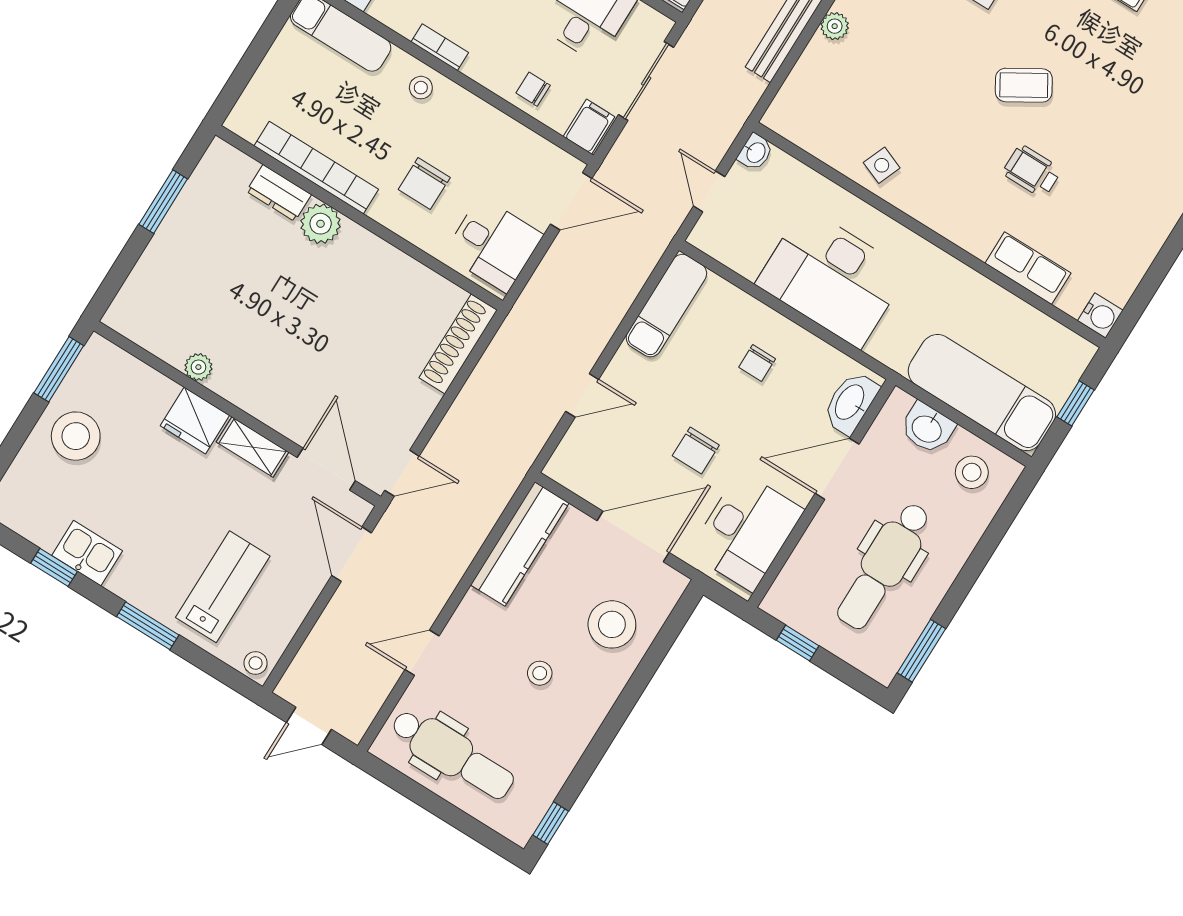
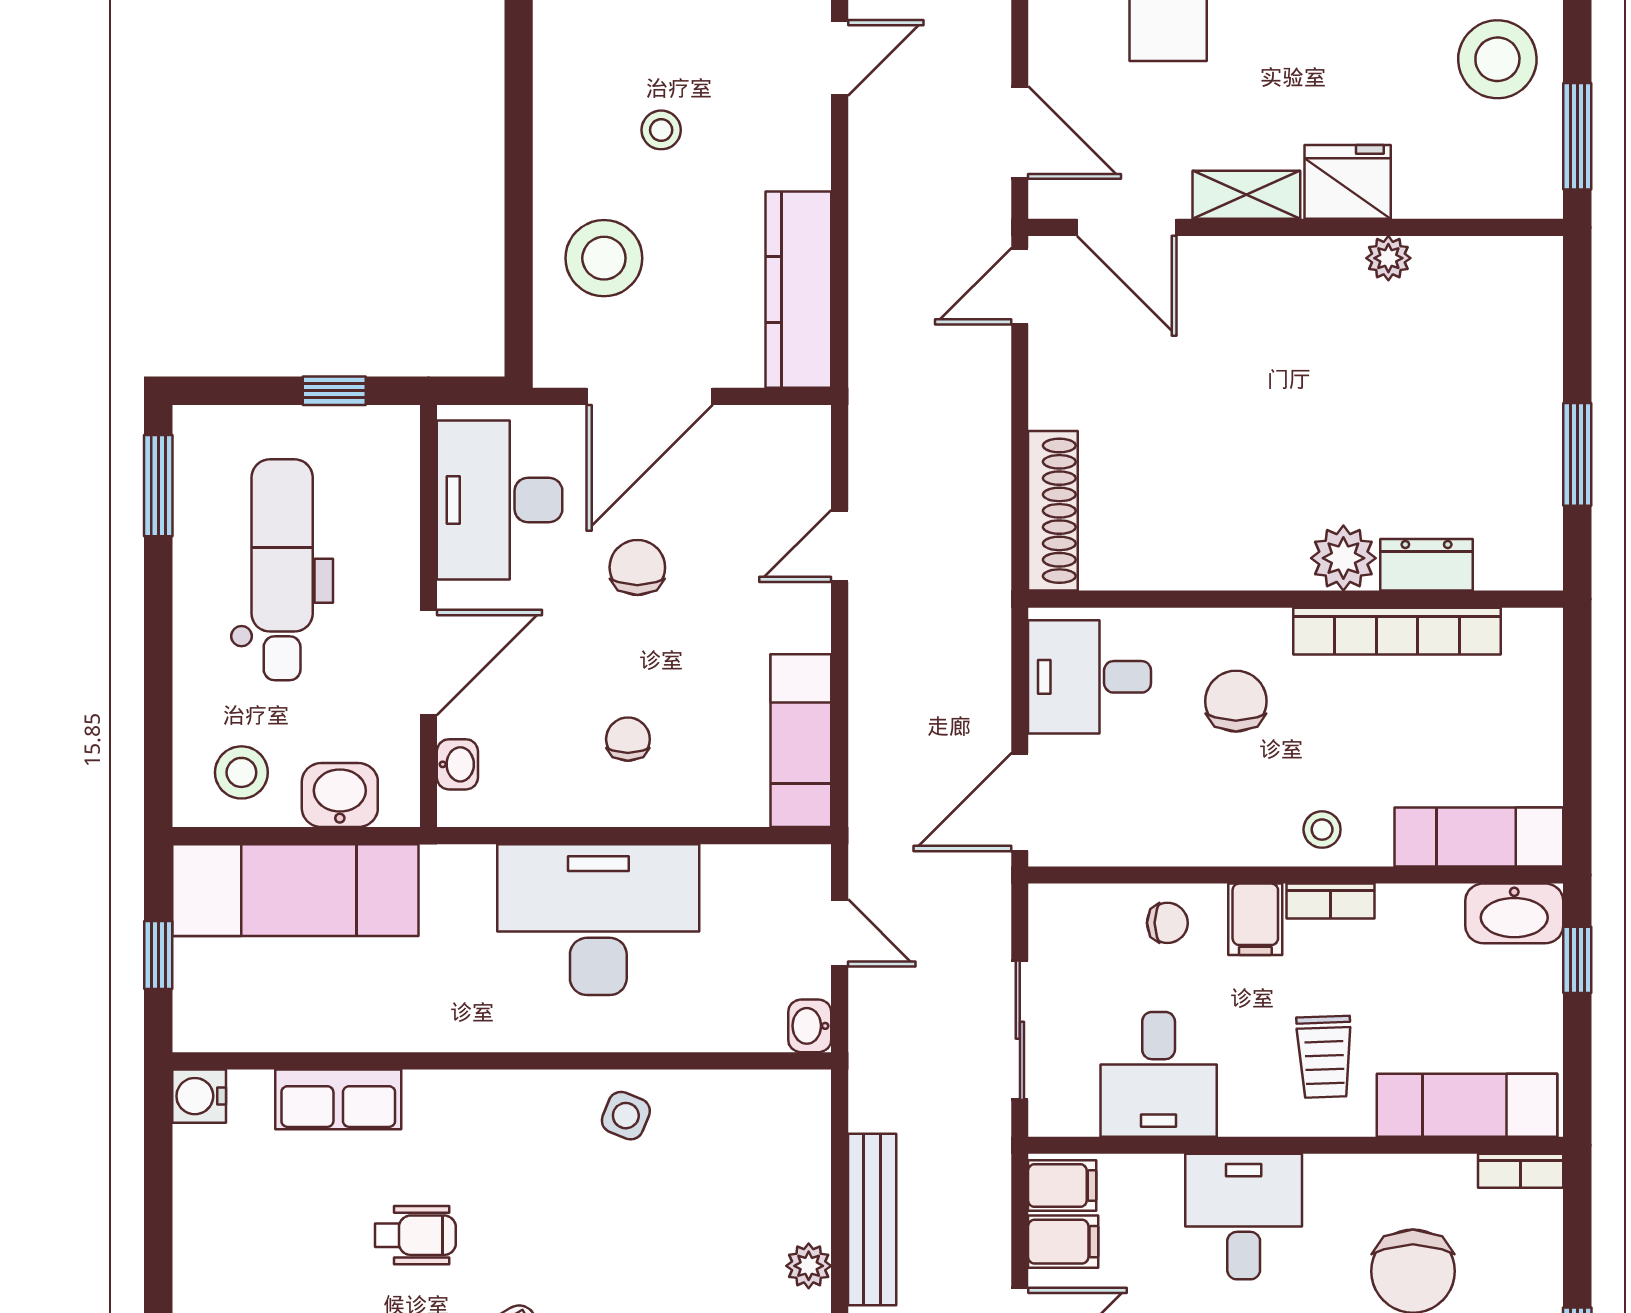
filing cabinet: (589, 127) -> (1255, 919), moved
washbasin: (850, 403) -> (457, 764), width x0.52, depth x0.69

